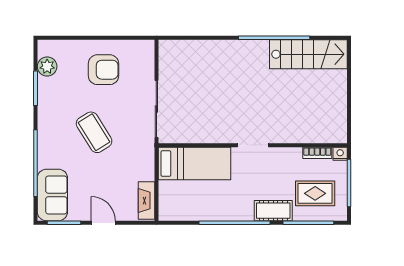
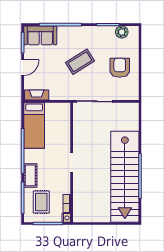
stairs: (308, 54) -> (125, 177), width x1.86, depth x1.51
armchair: (104, 70) -> (120, 68), turned 180
bed: (195, 164) -> (34, 125), moved

